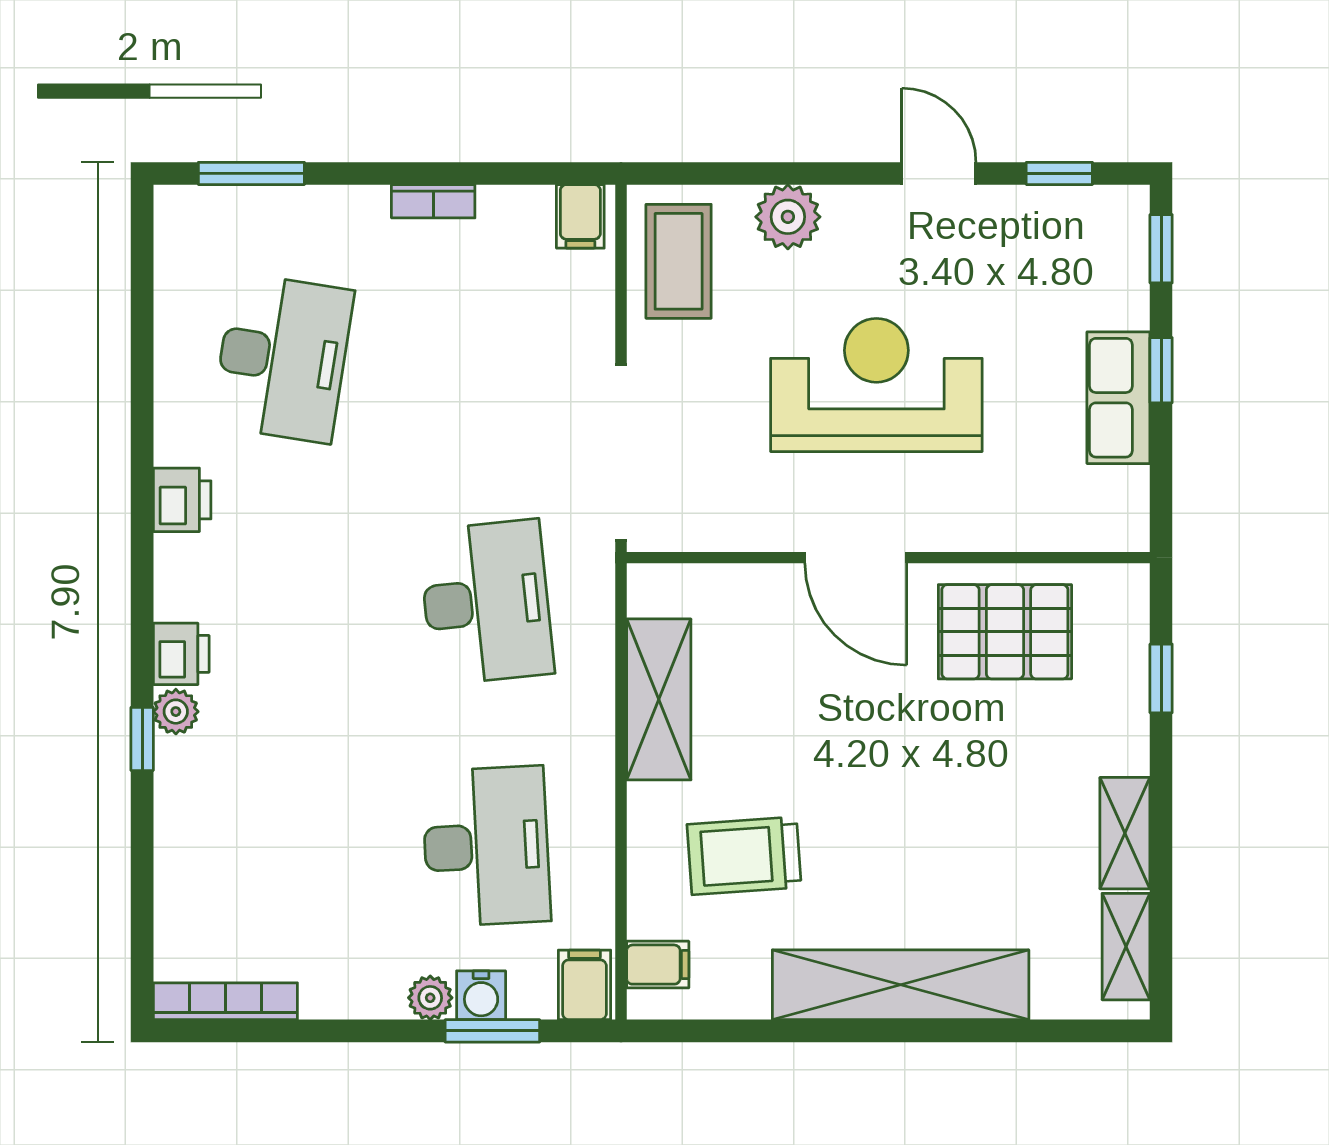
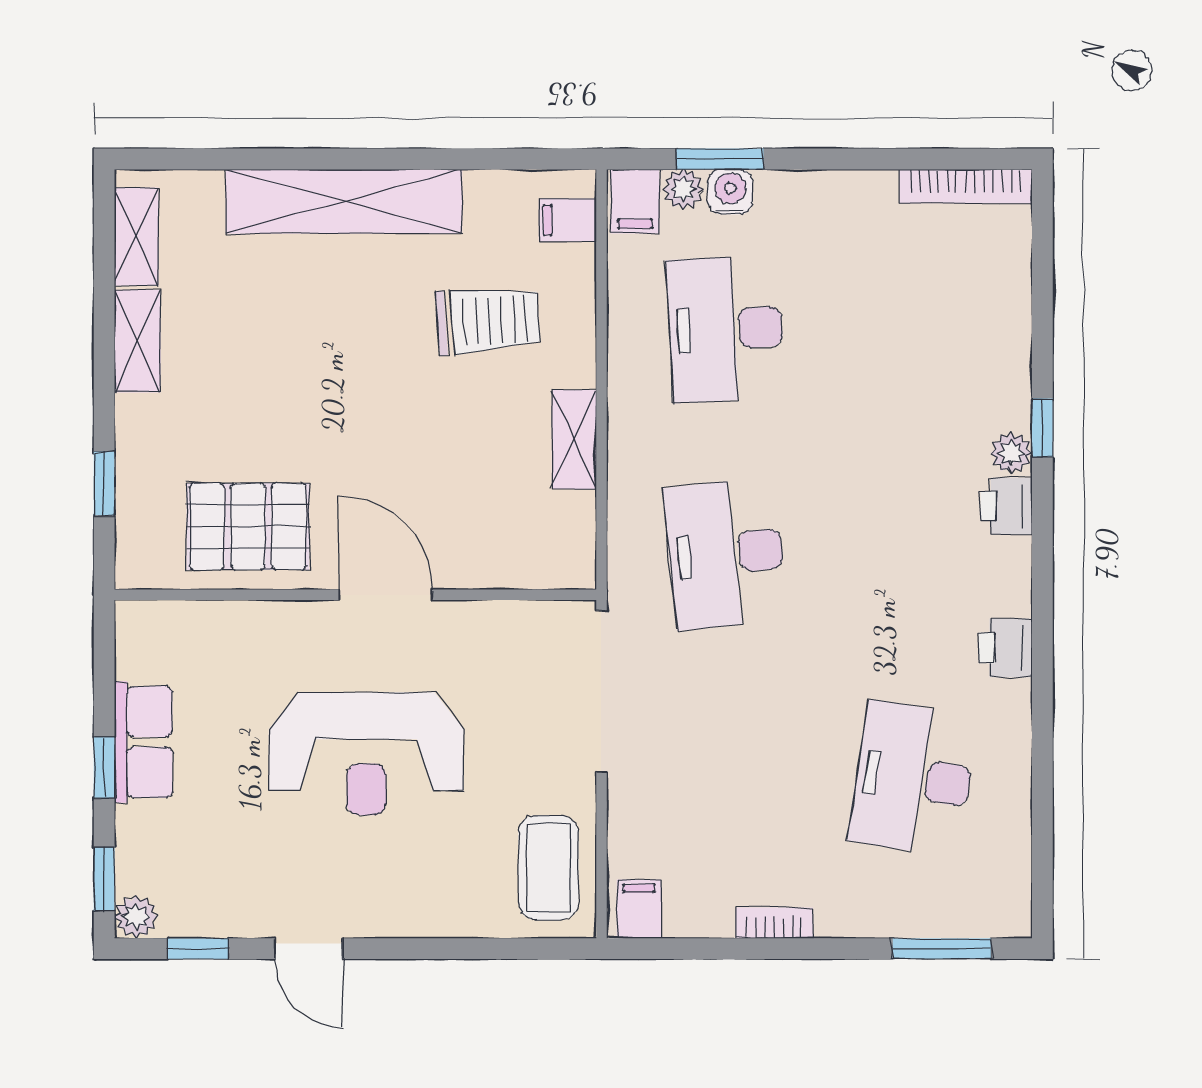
plant: (788, 217) -> (136, 917), moved, width x0.73, depth x0.73
shelving: (659, 699) -> (574, 439), width x0.67, depth x0.75
plant: (430, 998) -> (683, 189), moved

